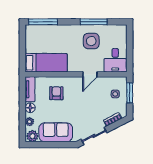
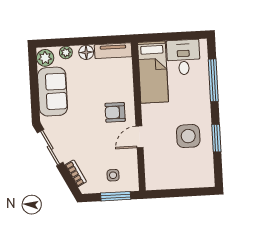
window: (43, 22) -> (213, 80), moved
window: (94, 22) -> (216, 138), width x0.69
desk: (115, 60) -> (183, 57), moved, turned 90
door: (90, 74) -> (140, 137), hinge flipped
armchair: (56, 93) -> (115, 112), moved, turned 180

